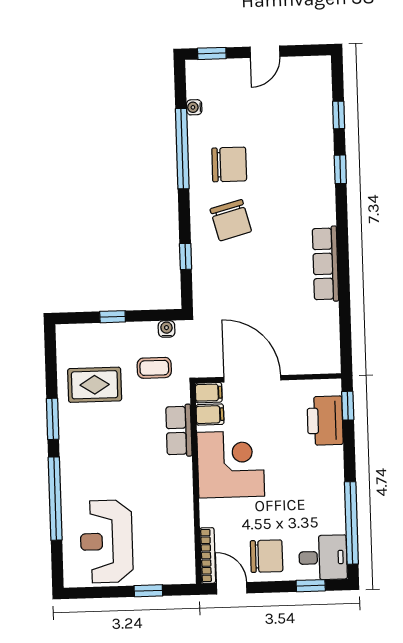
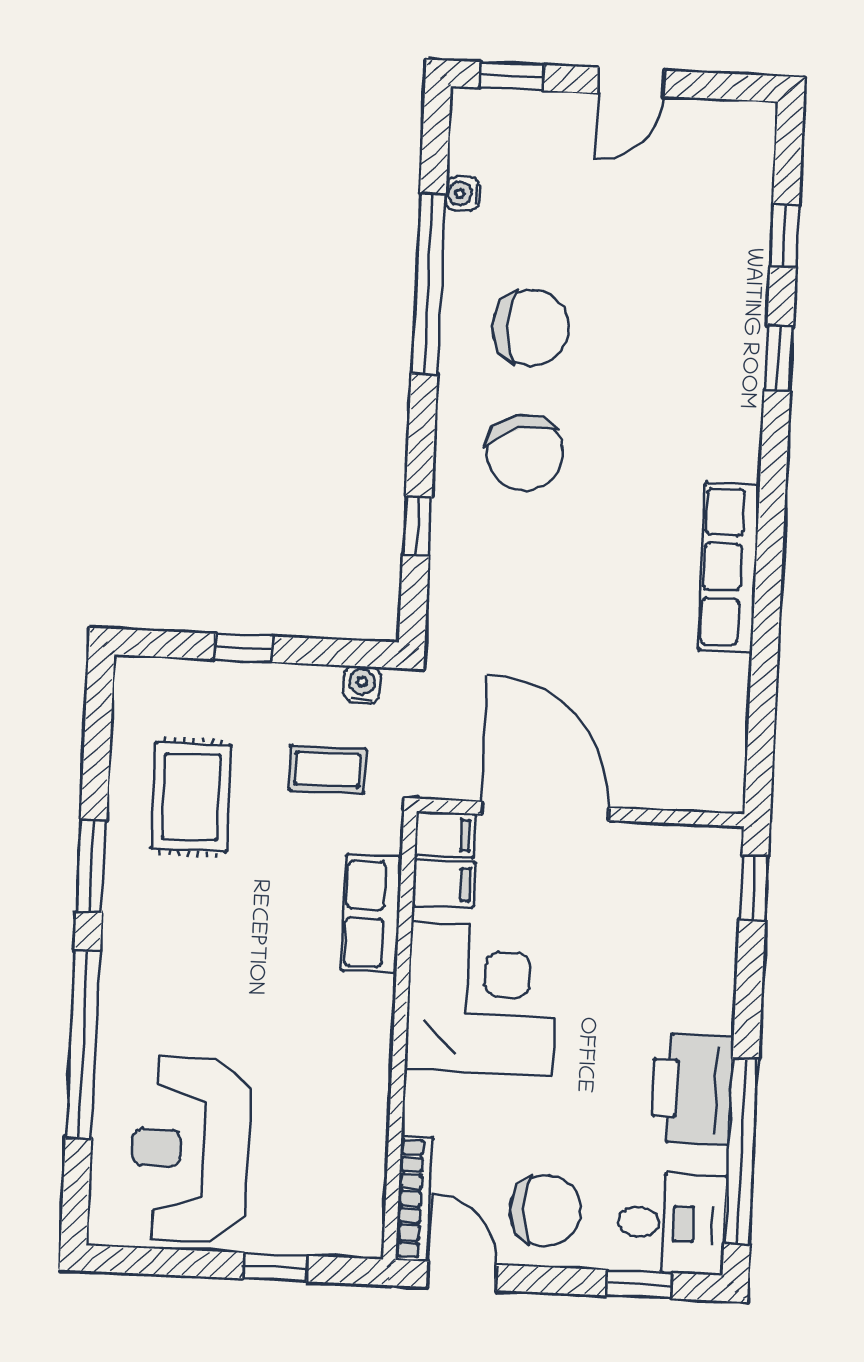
rug: (95, 385) -> (191, 797), turned 90
printer: (325, 421) -> (692, 1089), moved

